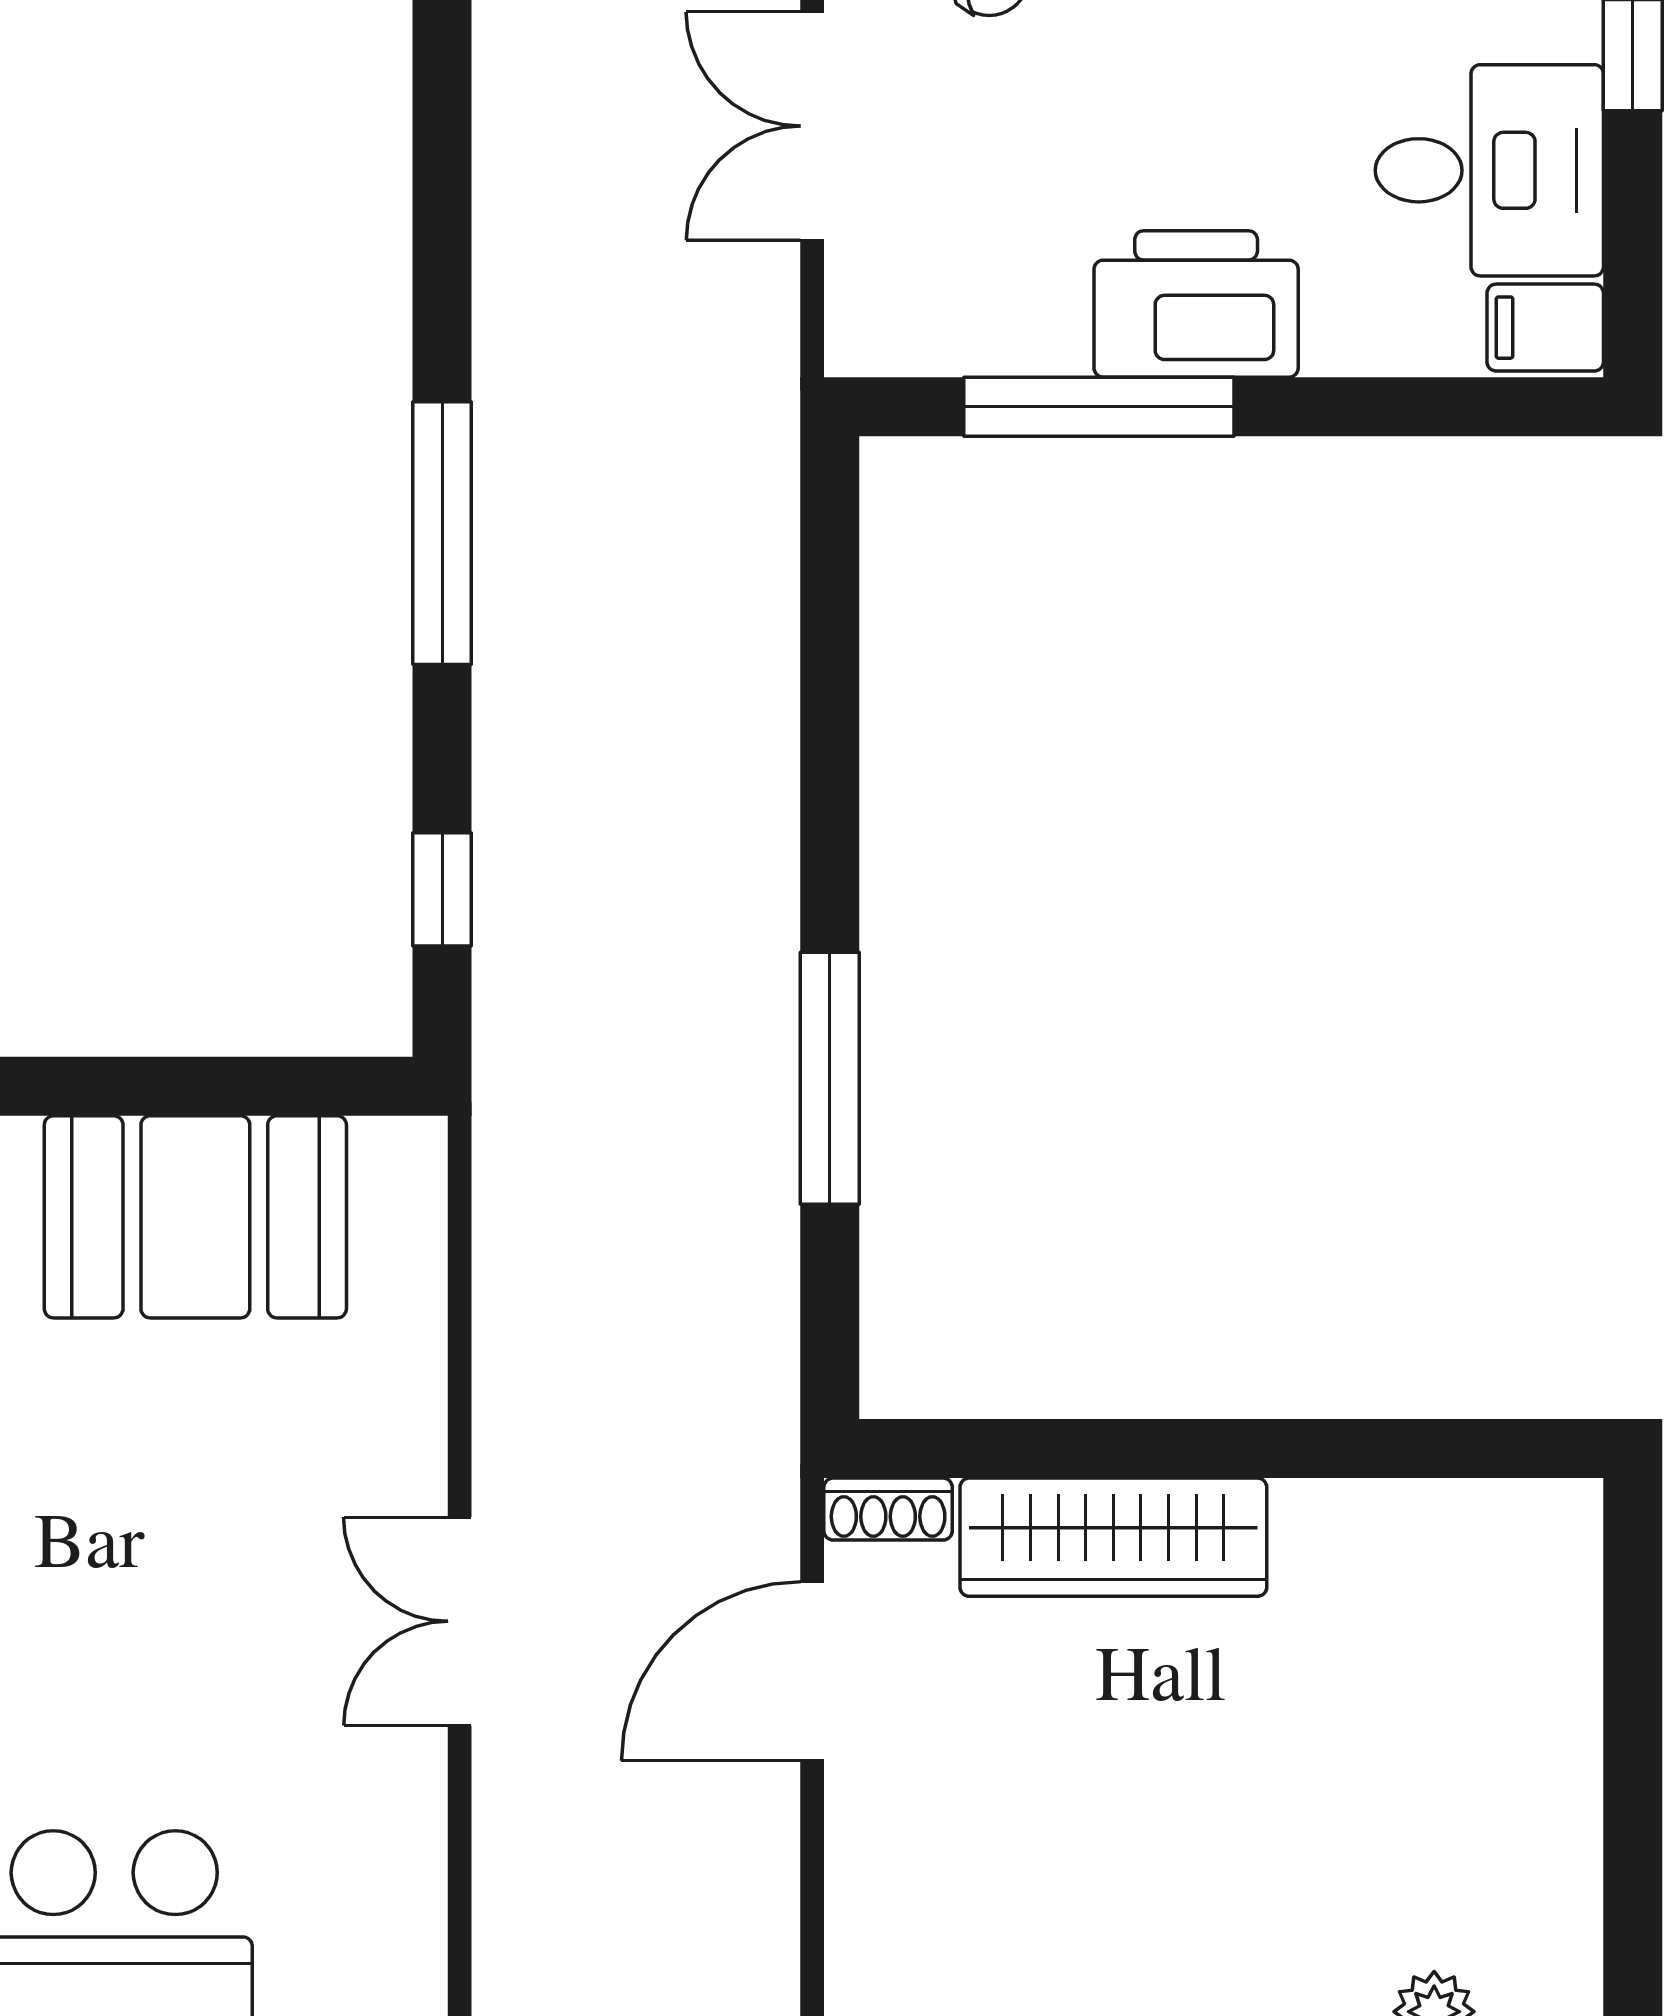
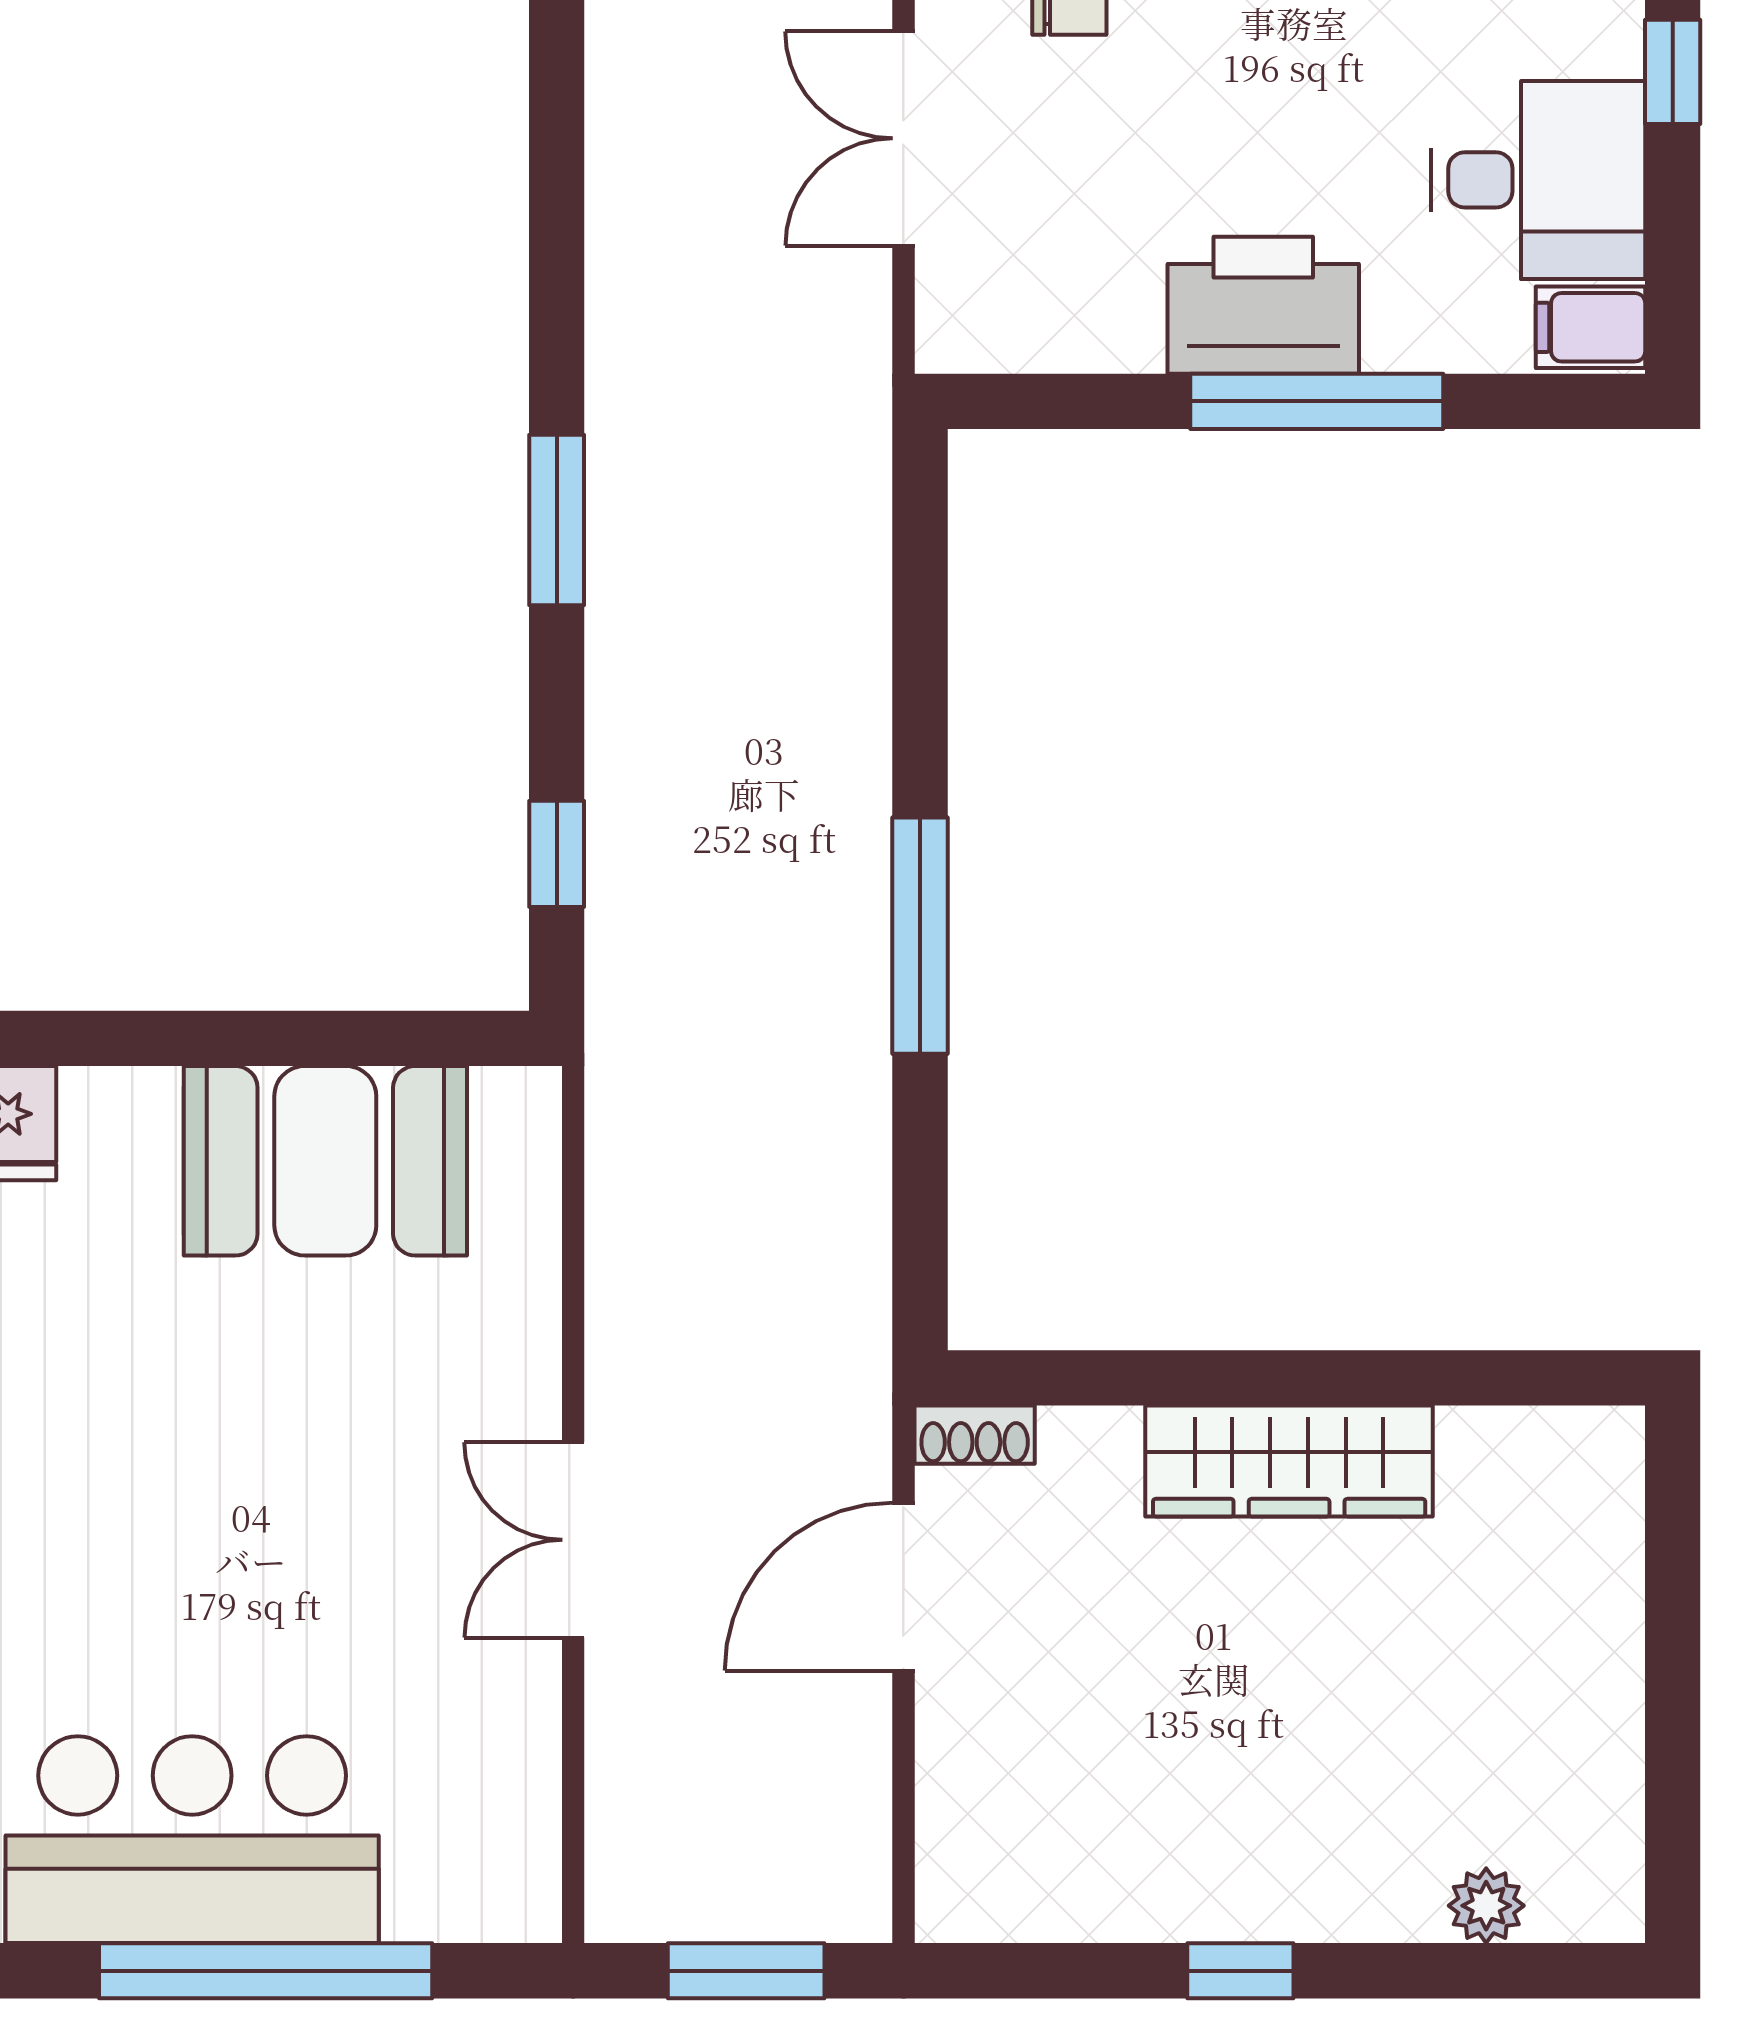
window: (1099, 407) -> (1317, 401), moved
window: (442, 533) -> (557, 520), width x0.69
window: (830, 1078) -> (920, 936), moved
wardrobe: (1113, 1537) -> (1289, 1461), moved

